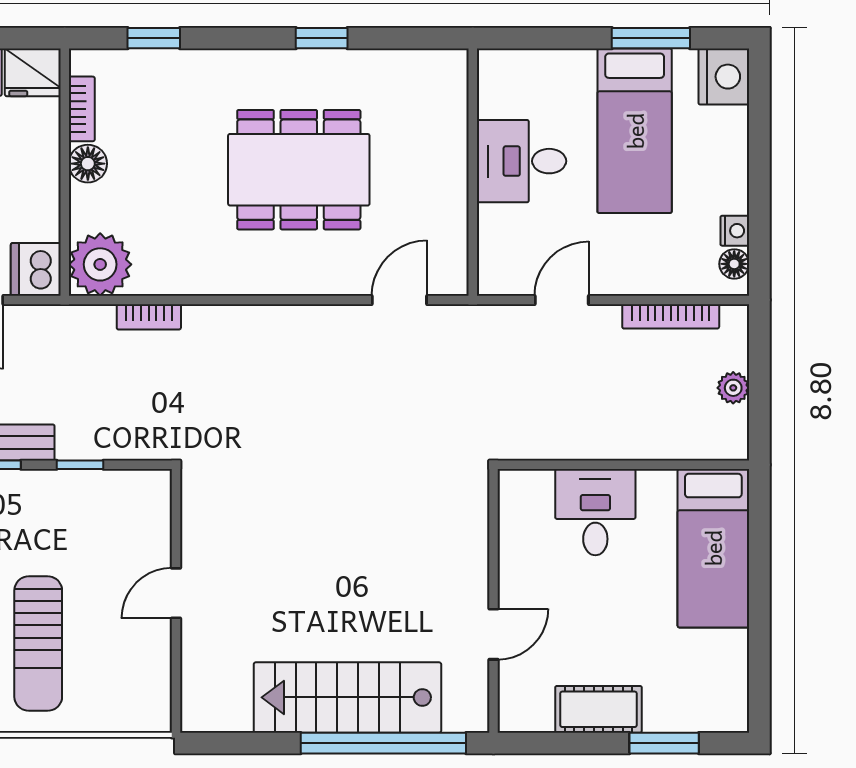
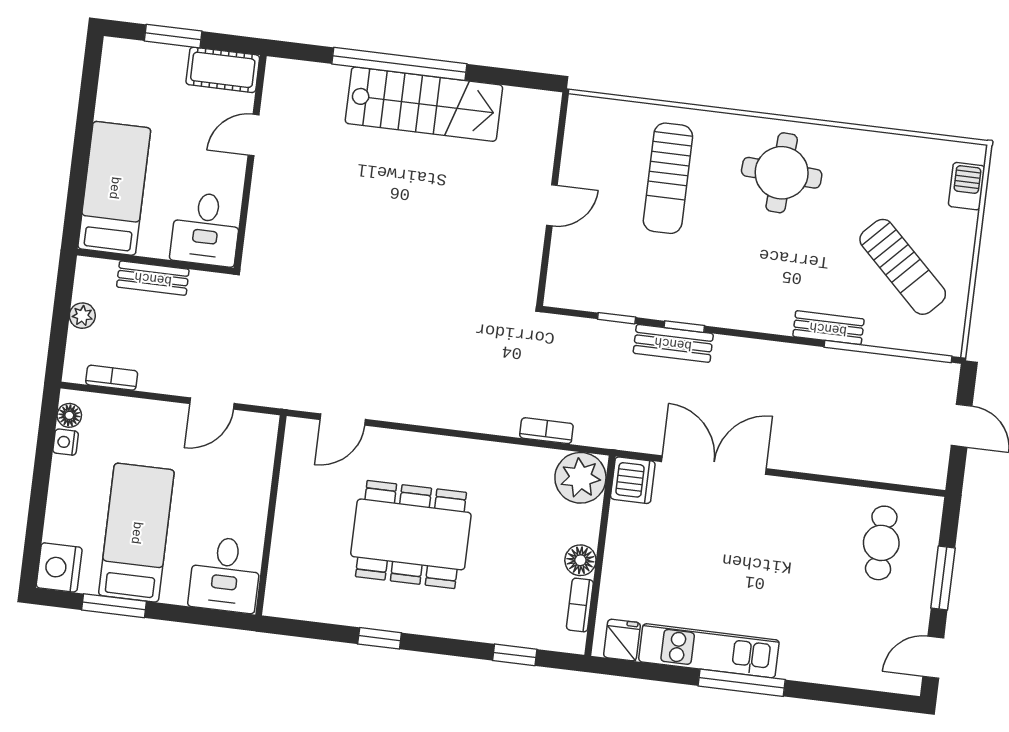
fridge: (33, 72) -> (622, 640), width x0.72
desk: (521, 161) -> (225, 574), moved, turned 90
bookcase: (671, 316) -> (112, 378), width x0.64
bench: (653, 444) -> (153, 278), added
wall: (493, 601) -> (250, 162), moved
door: (493, 634) -> (253, 135), moved
sun lounger: (38, 644) -> (668, 178), turned 180

